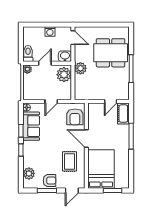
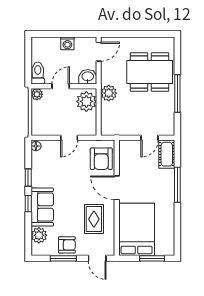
door: (73, 38) -> (99, 52), hinge flipped
sofa: (31, 126) -> (42, 207), moved
door: (72, 190) -> (97, 258), hinge flipped

